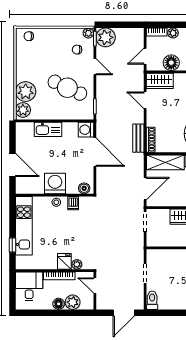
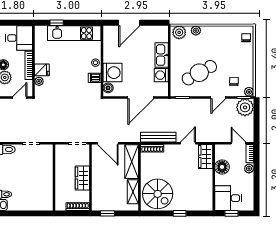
door: (145, 56) -> (239, 143), moved
cafe table: (67, 88) -> (199, 73), turned 36
plant: (26, 92) -> (196, 31), width x0.53, depth x0.53
washing machine: (86, 130) -> (161, 75), moved, turned -90
bench: (138, 138) -> (158, 137), width x1.36
washing machine: (55, 183) -> (112, 73), moved

